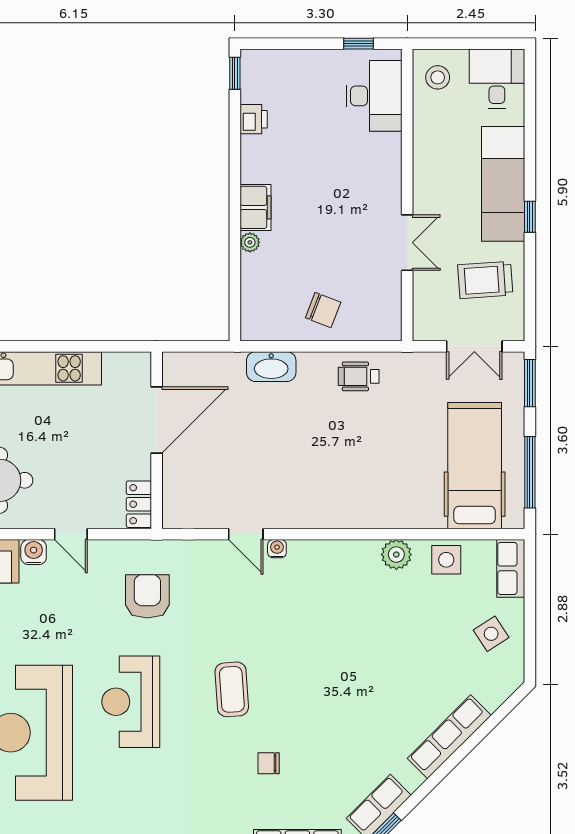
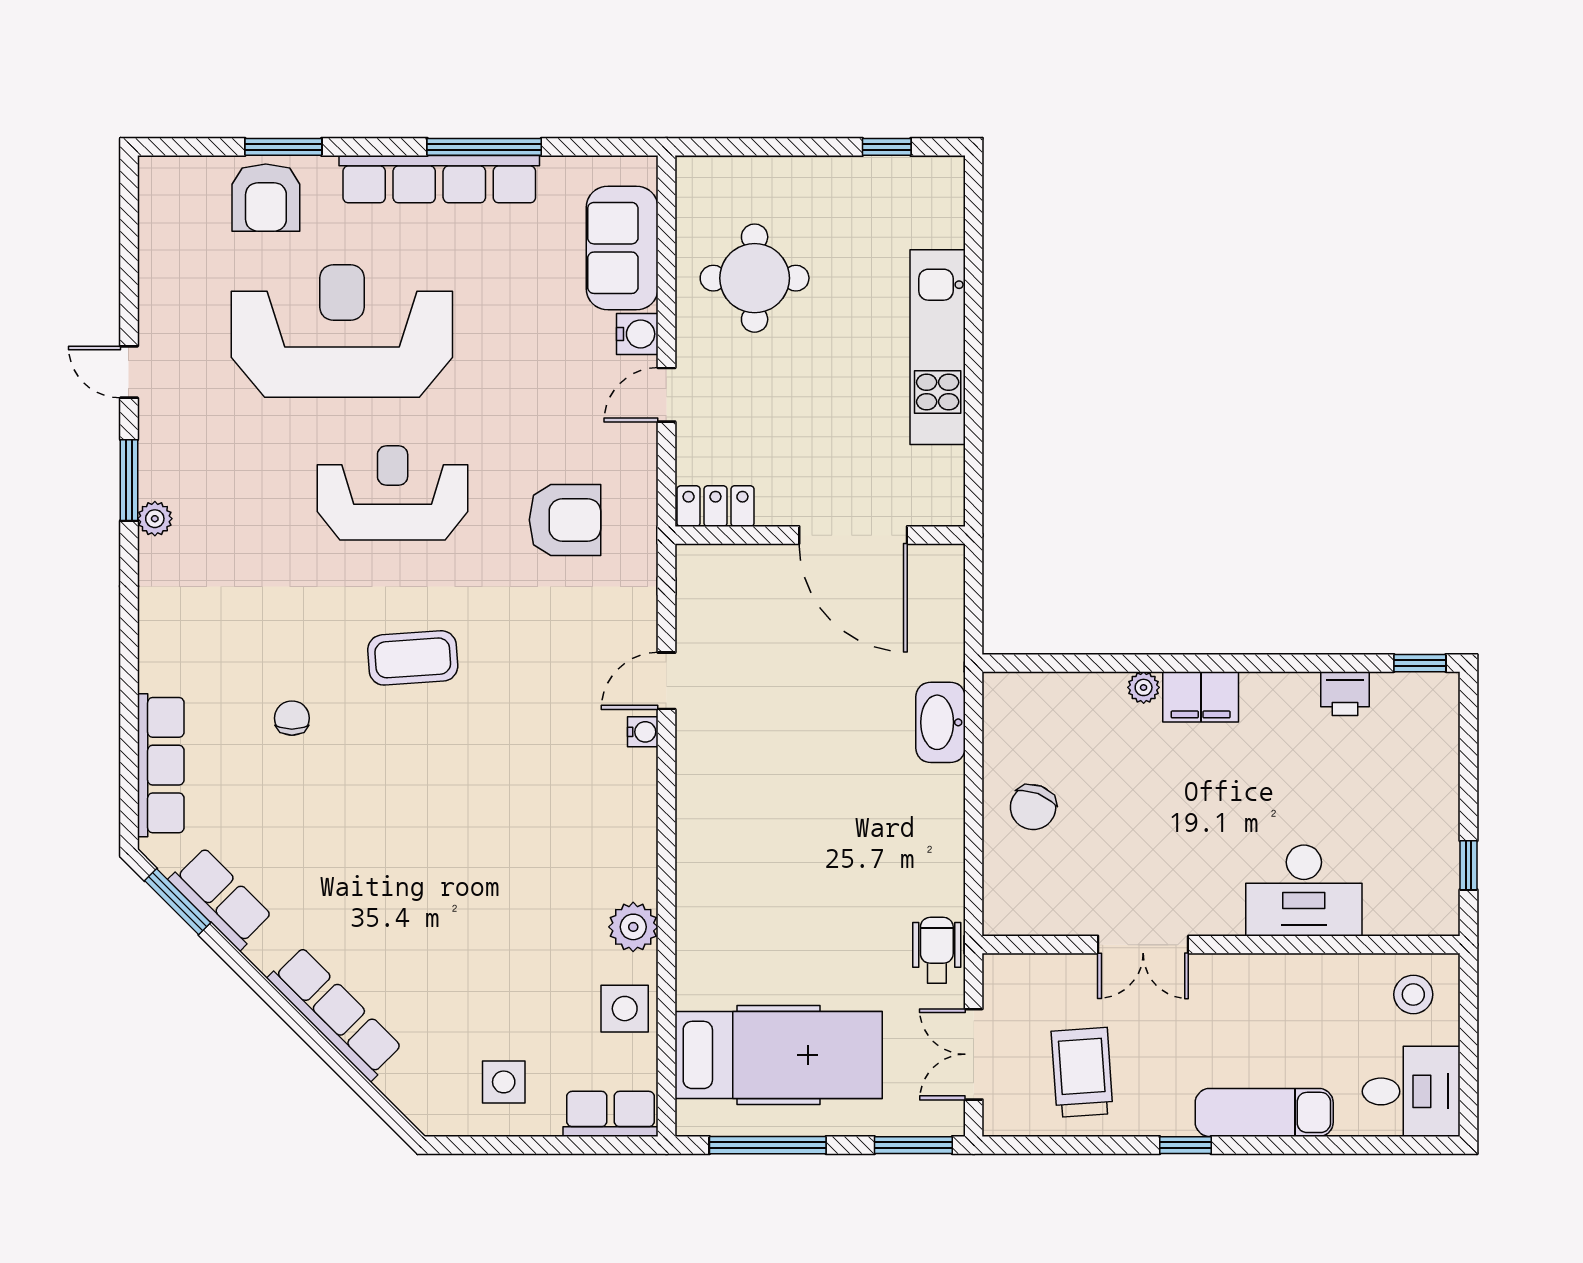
desk: (374, 96) -> (1304, 890), moved
exam couch: (503, 184) -> (1264, 1112), width x0.73, depth x0.69
wheelchair: (359, 376) -> (937, 950), moved
side table: (491, 634) -> (504, 1082), turned 33

